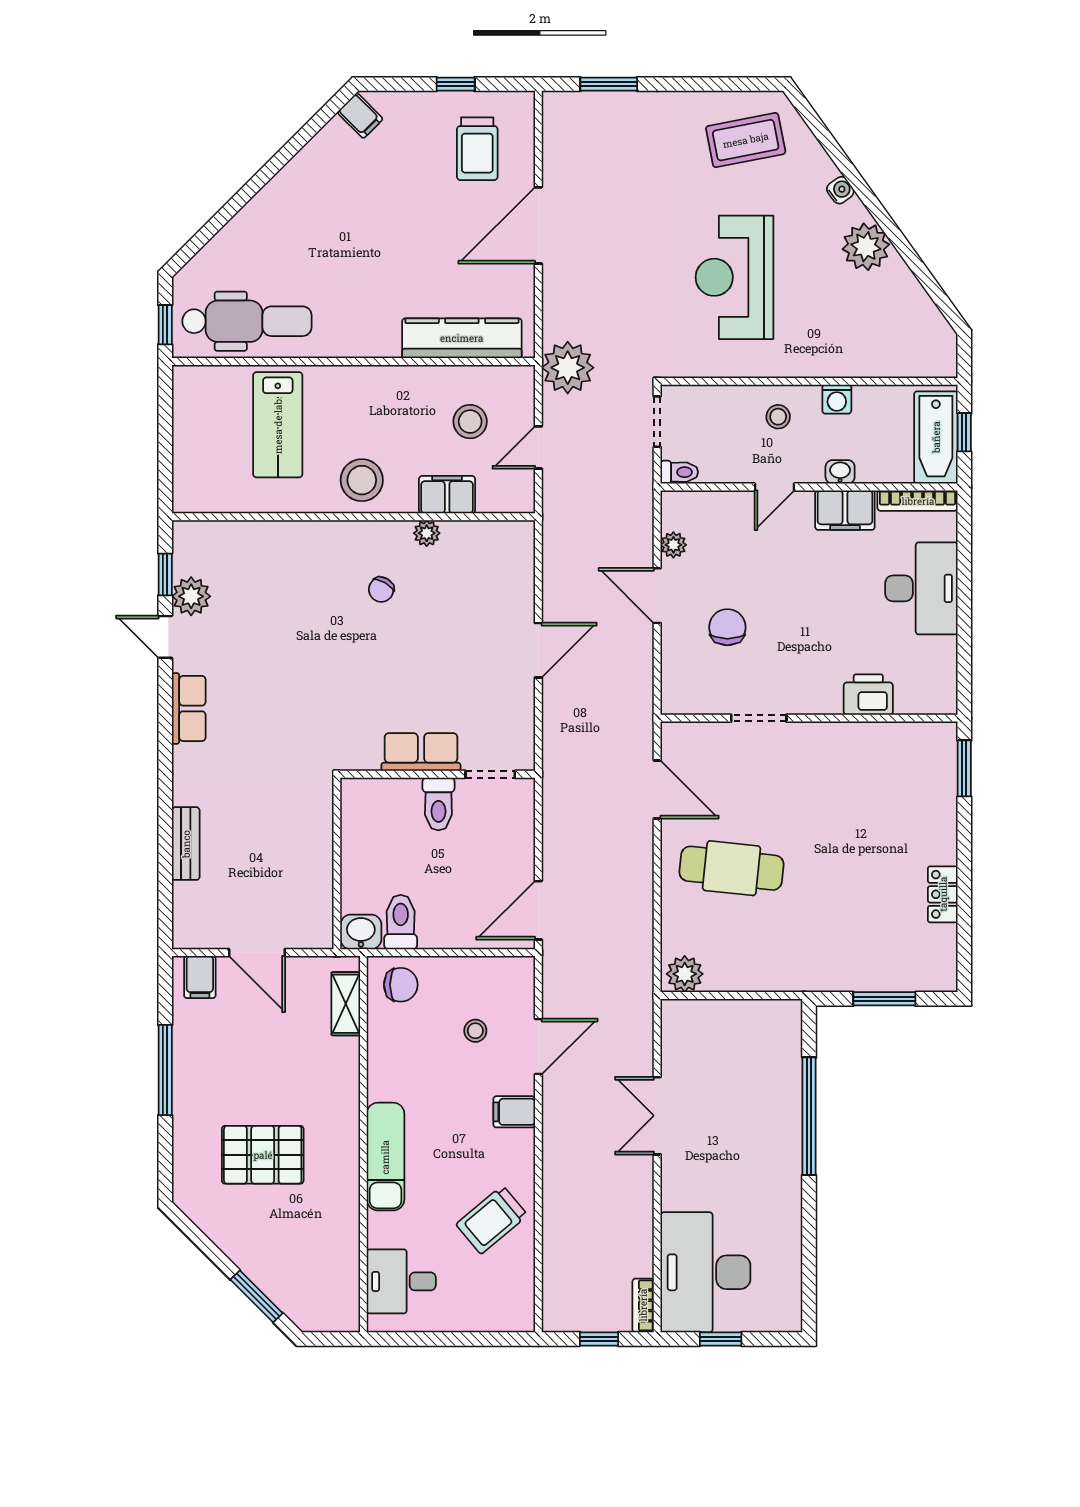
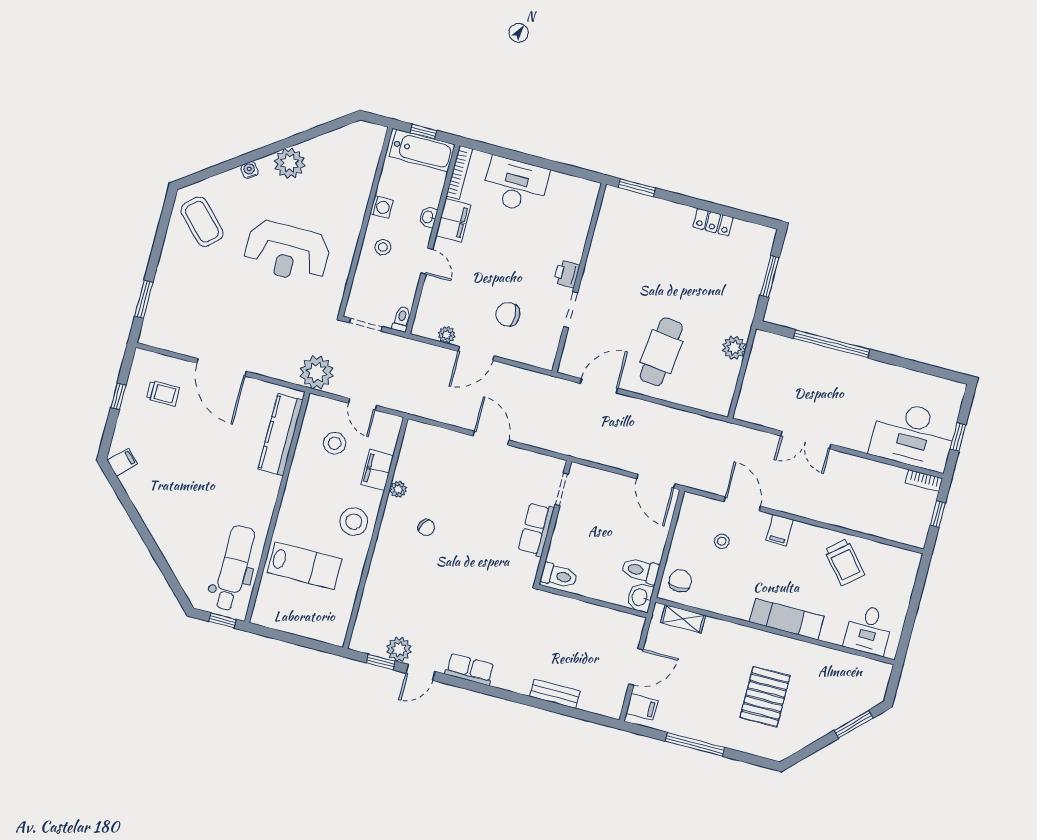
coffee table: (746, 140) -> (202, 222), turned -33
trolley: (477, 149) -> (163, 393), width x0.73, depth x0.72
printer: (868, 695) -> (567, 274), moved, width x0.73, depth x0.81
toilet: (438, 804) -> (559, 576), moved
plant: (685, 974) -> (734, 348), moved

